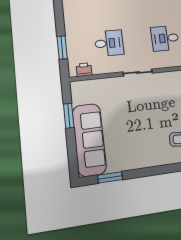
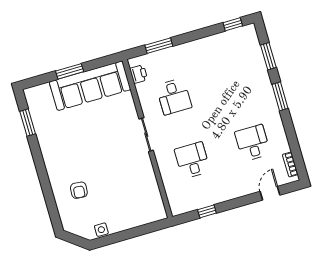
window: (69, 116) -> (70, 71), moved
sofa: (89, 140) -> (90, 86), moved

